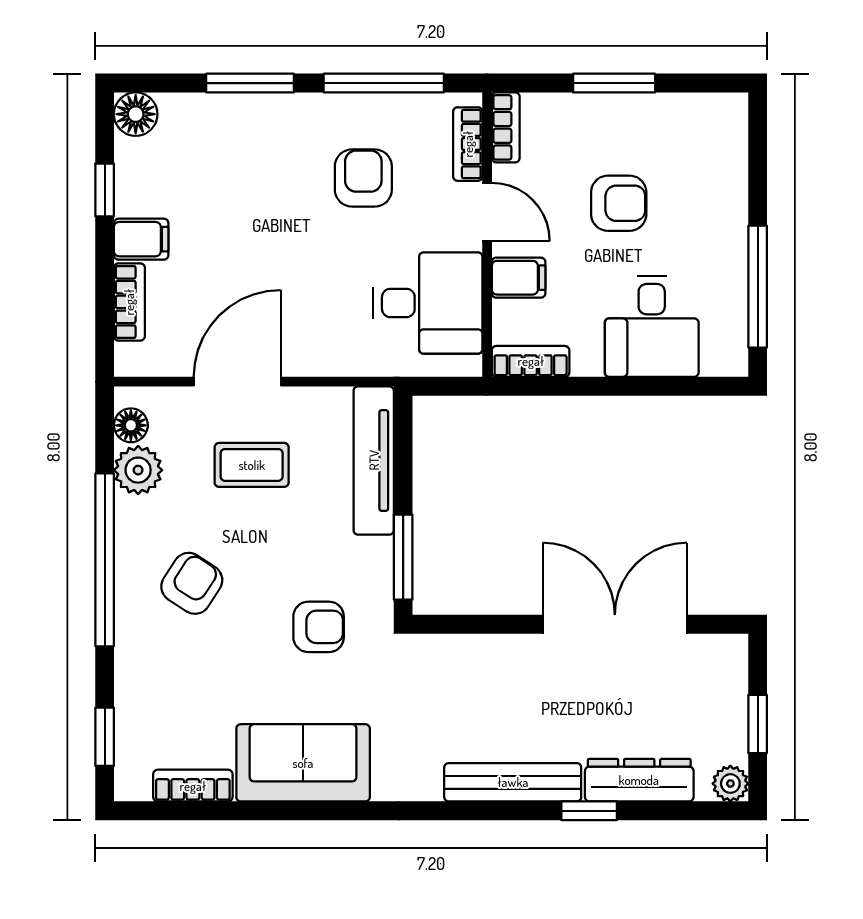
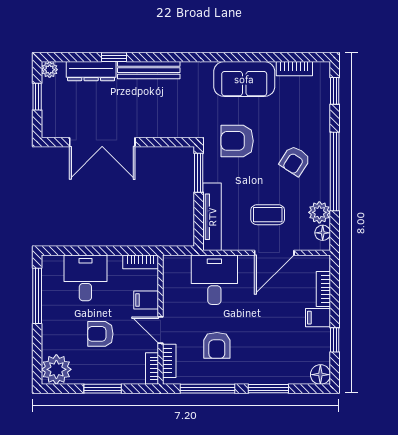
plant: (715, 125) -> (56, 369), added
desk: (428, 303) -> (214, 280), moved, turned 90
armchair: (319, 627) -> (237, 141), width x1.38, depth x1.38

